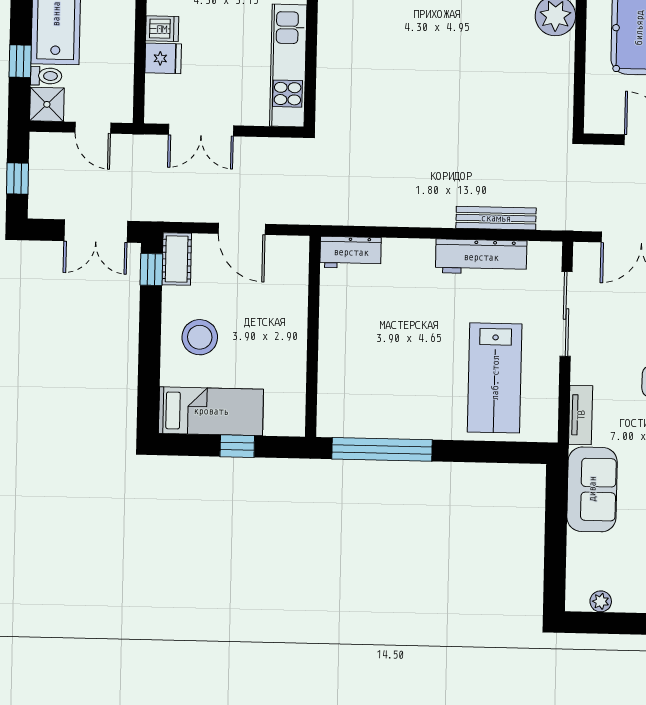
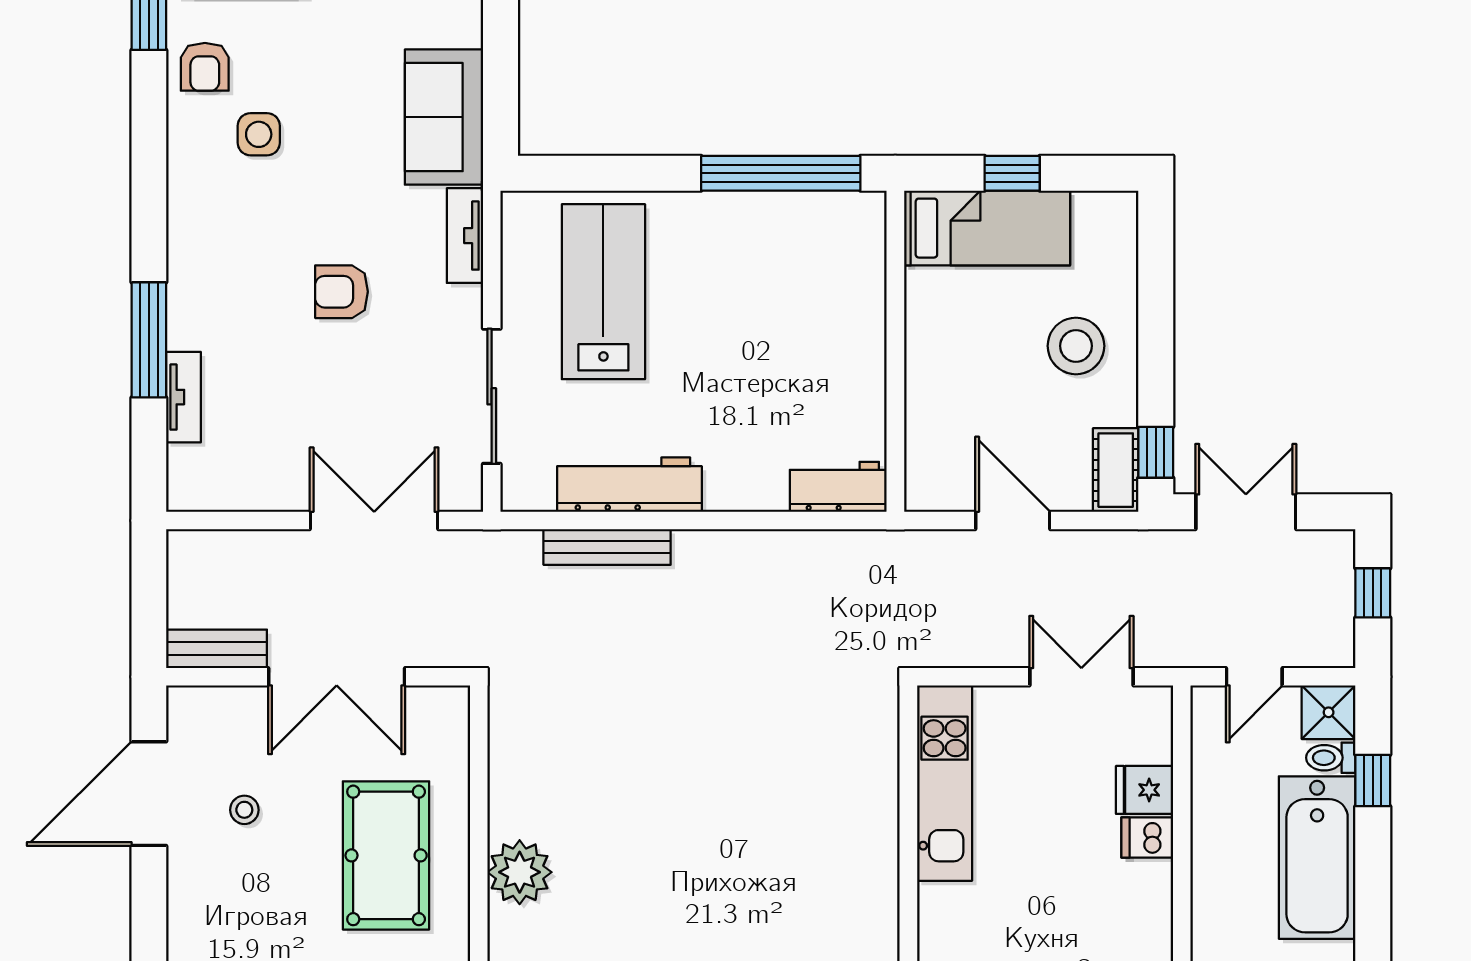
door: (93, 128) -> (1254, 677), swing flipped
bed: (211, 411) -> (987, 228), moved, turned 180

